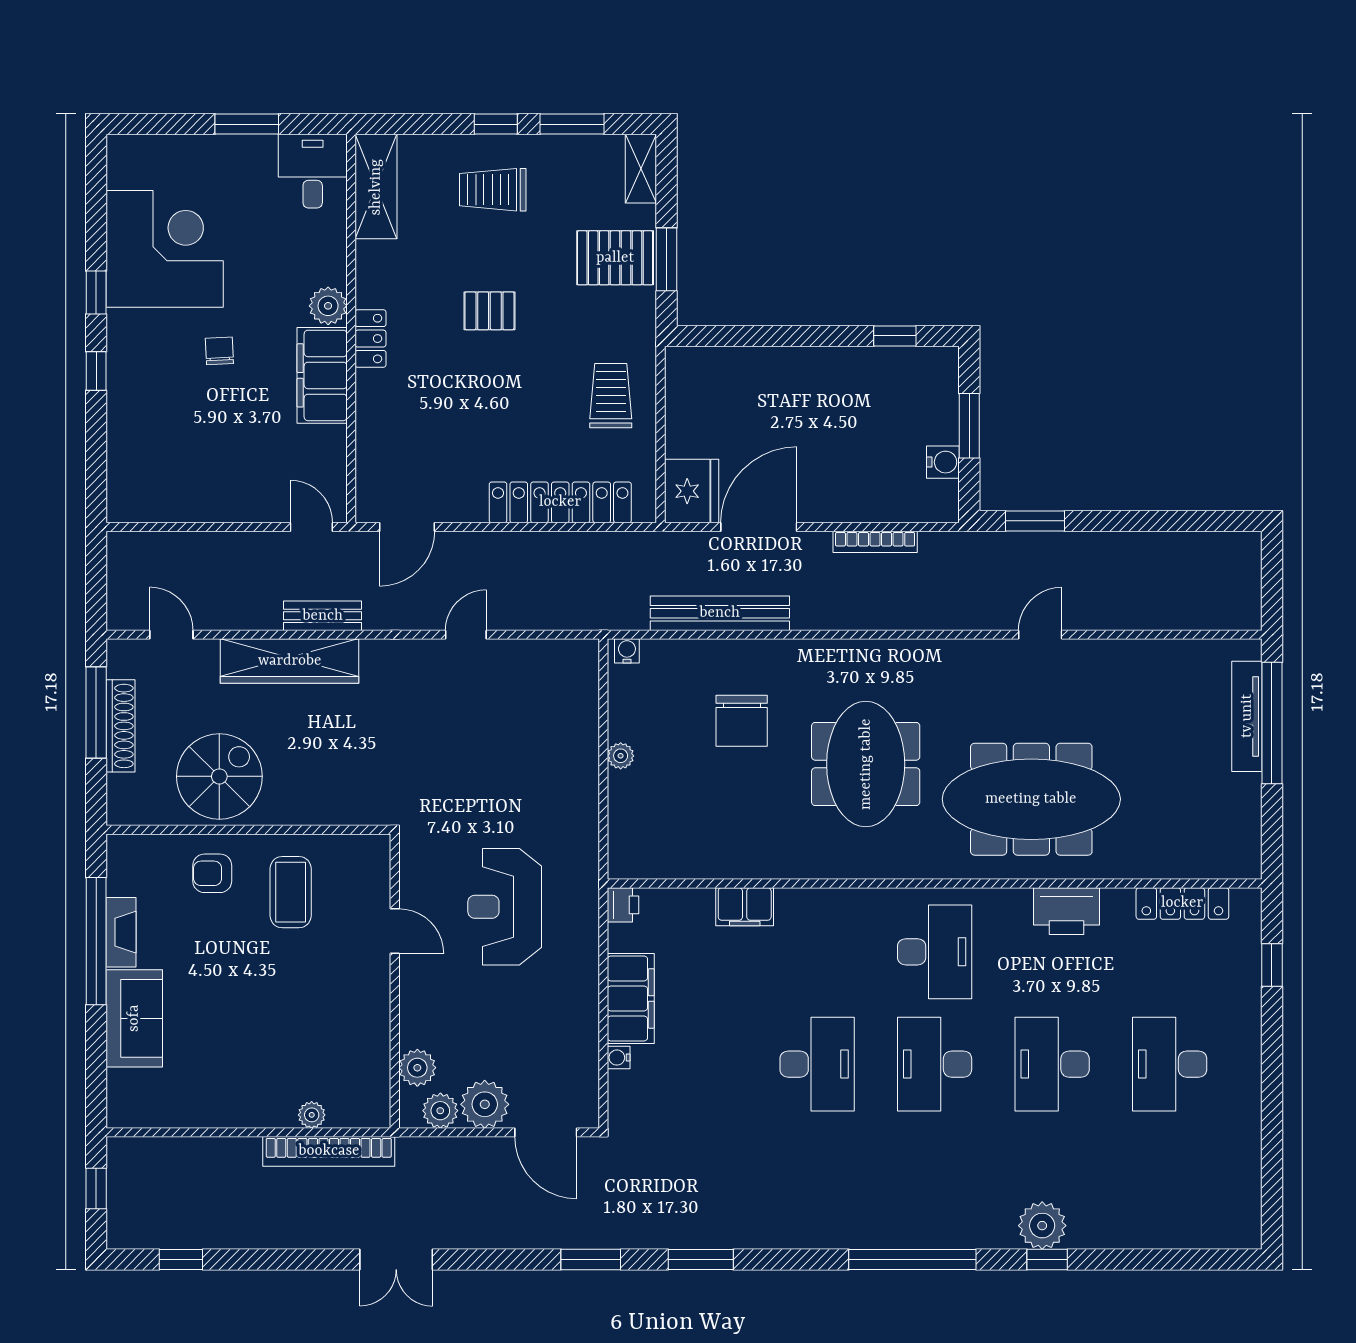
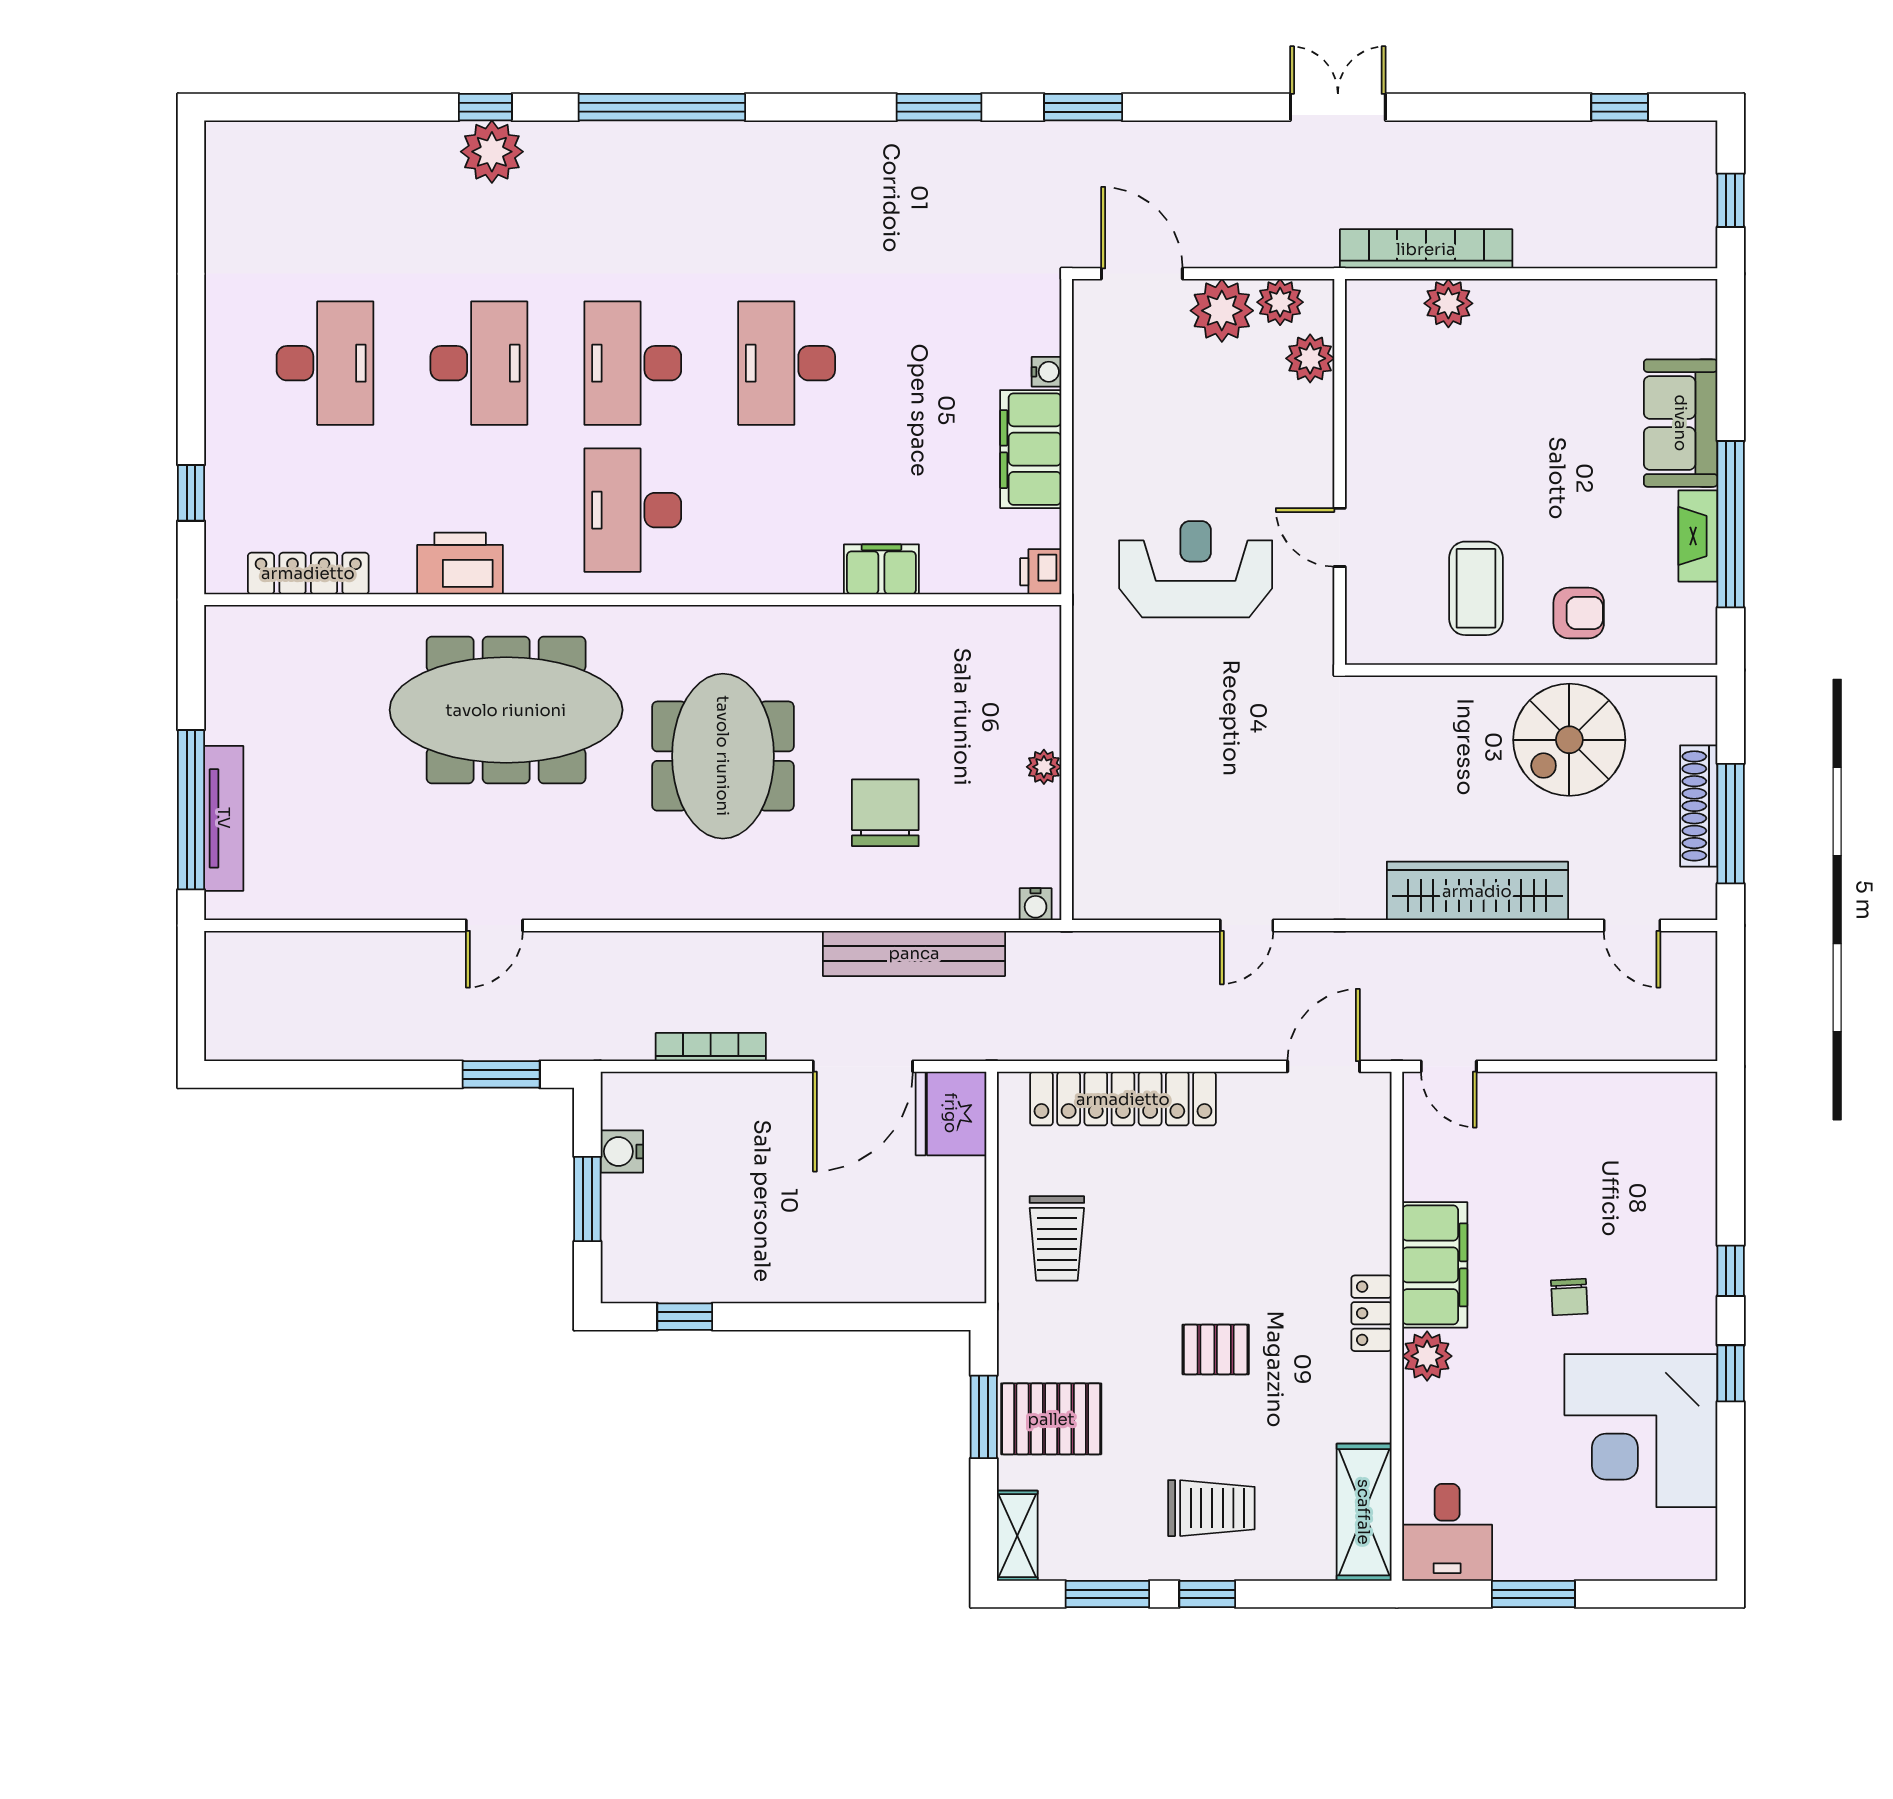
bench: (323, 616) -> (1434, 950), removed
reception desk: (505, 907) -> (1196, 569), turned -90
desk: (935, 1064) -> (633, 363), turned 180
plant: (312, 1115) -> (1448, 303), width x1.38, depth x1.38

